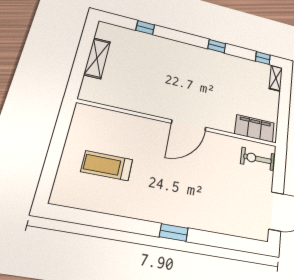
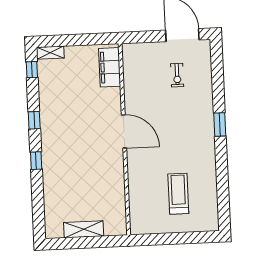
window: (145, 28) -> (36, 161), moved
exercise bike: (257, 159) -> (177, 75), moved, width x0.73, depth x0.72
treadmill: (107, 166) -> (178, 194), turned 180

